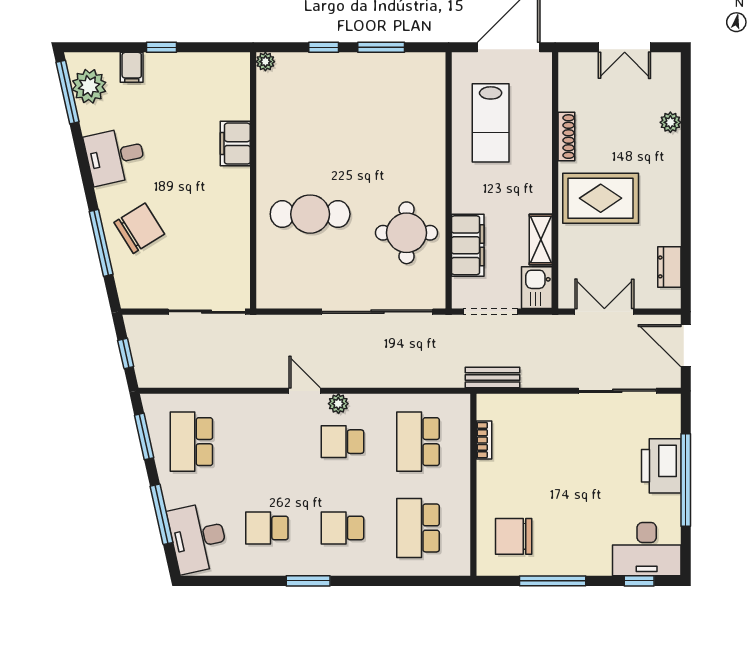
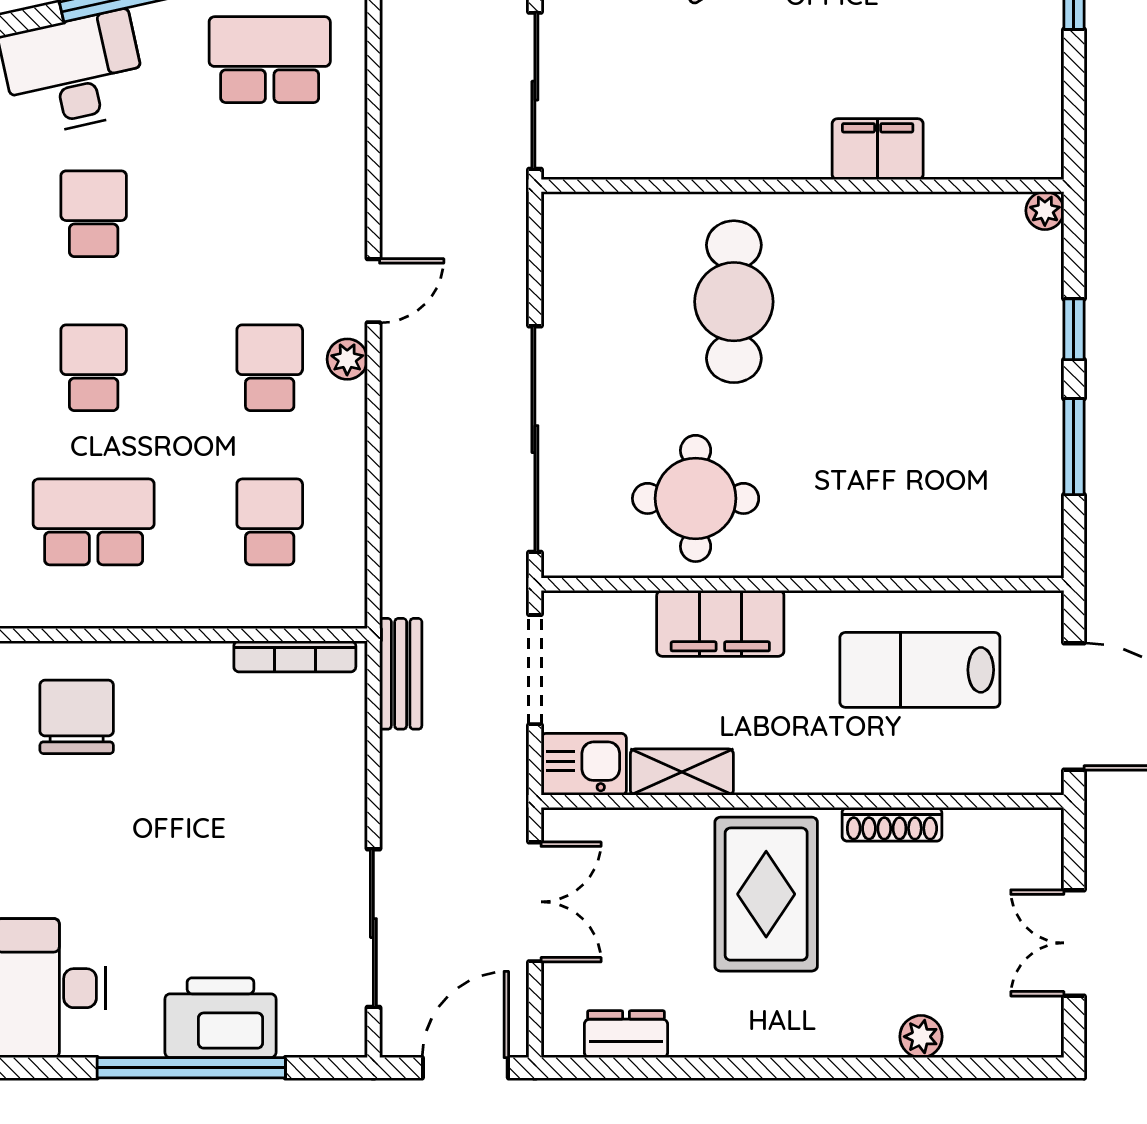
filing cabinet: (468, 245) -> (720, 623), moved
bookcase: (484, 440) -> (295, 656), width x1.56
school desk: (418, 442) -> (270, 522), width x0.54

